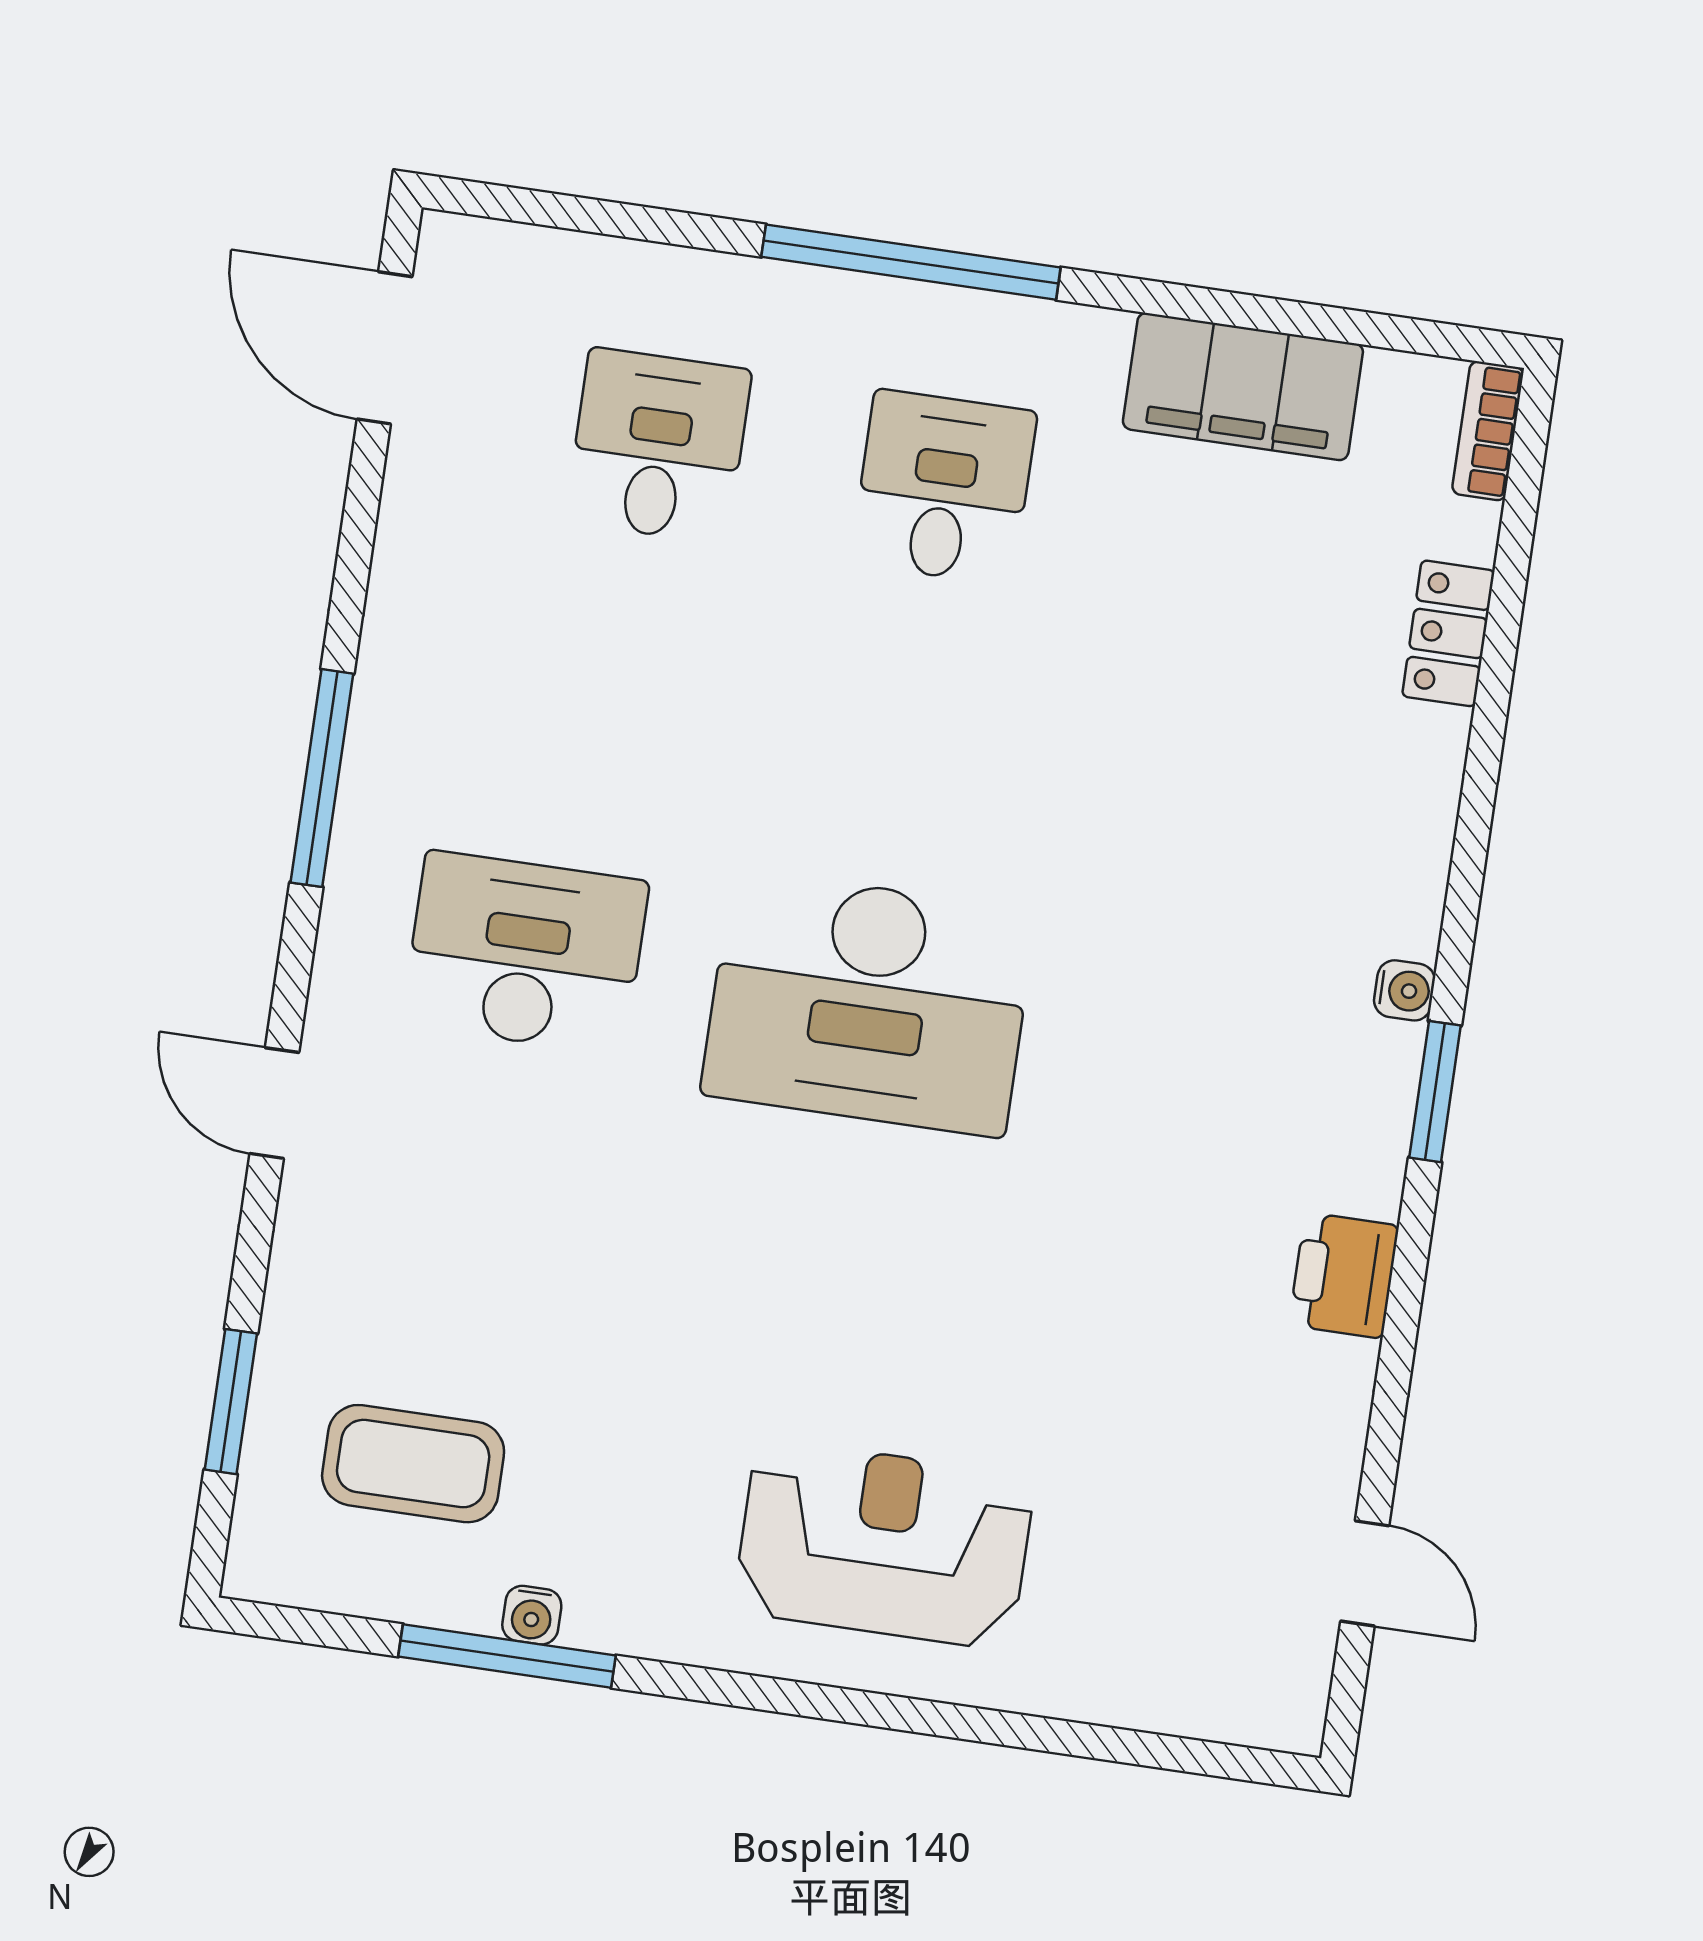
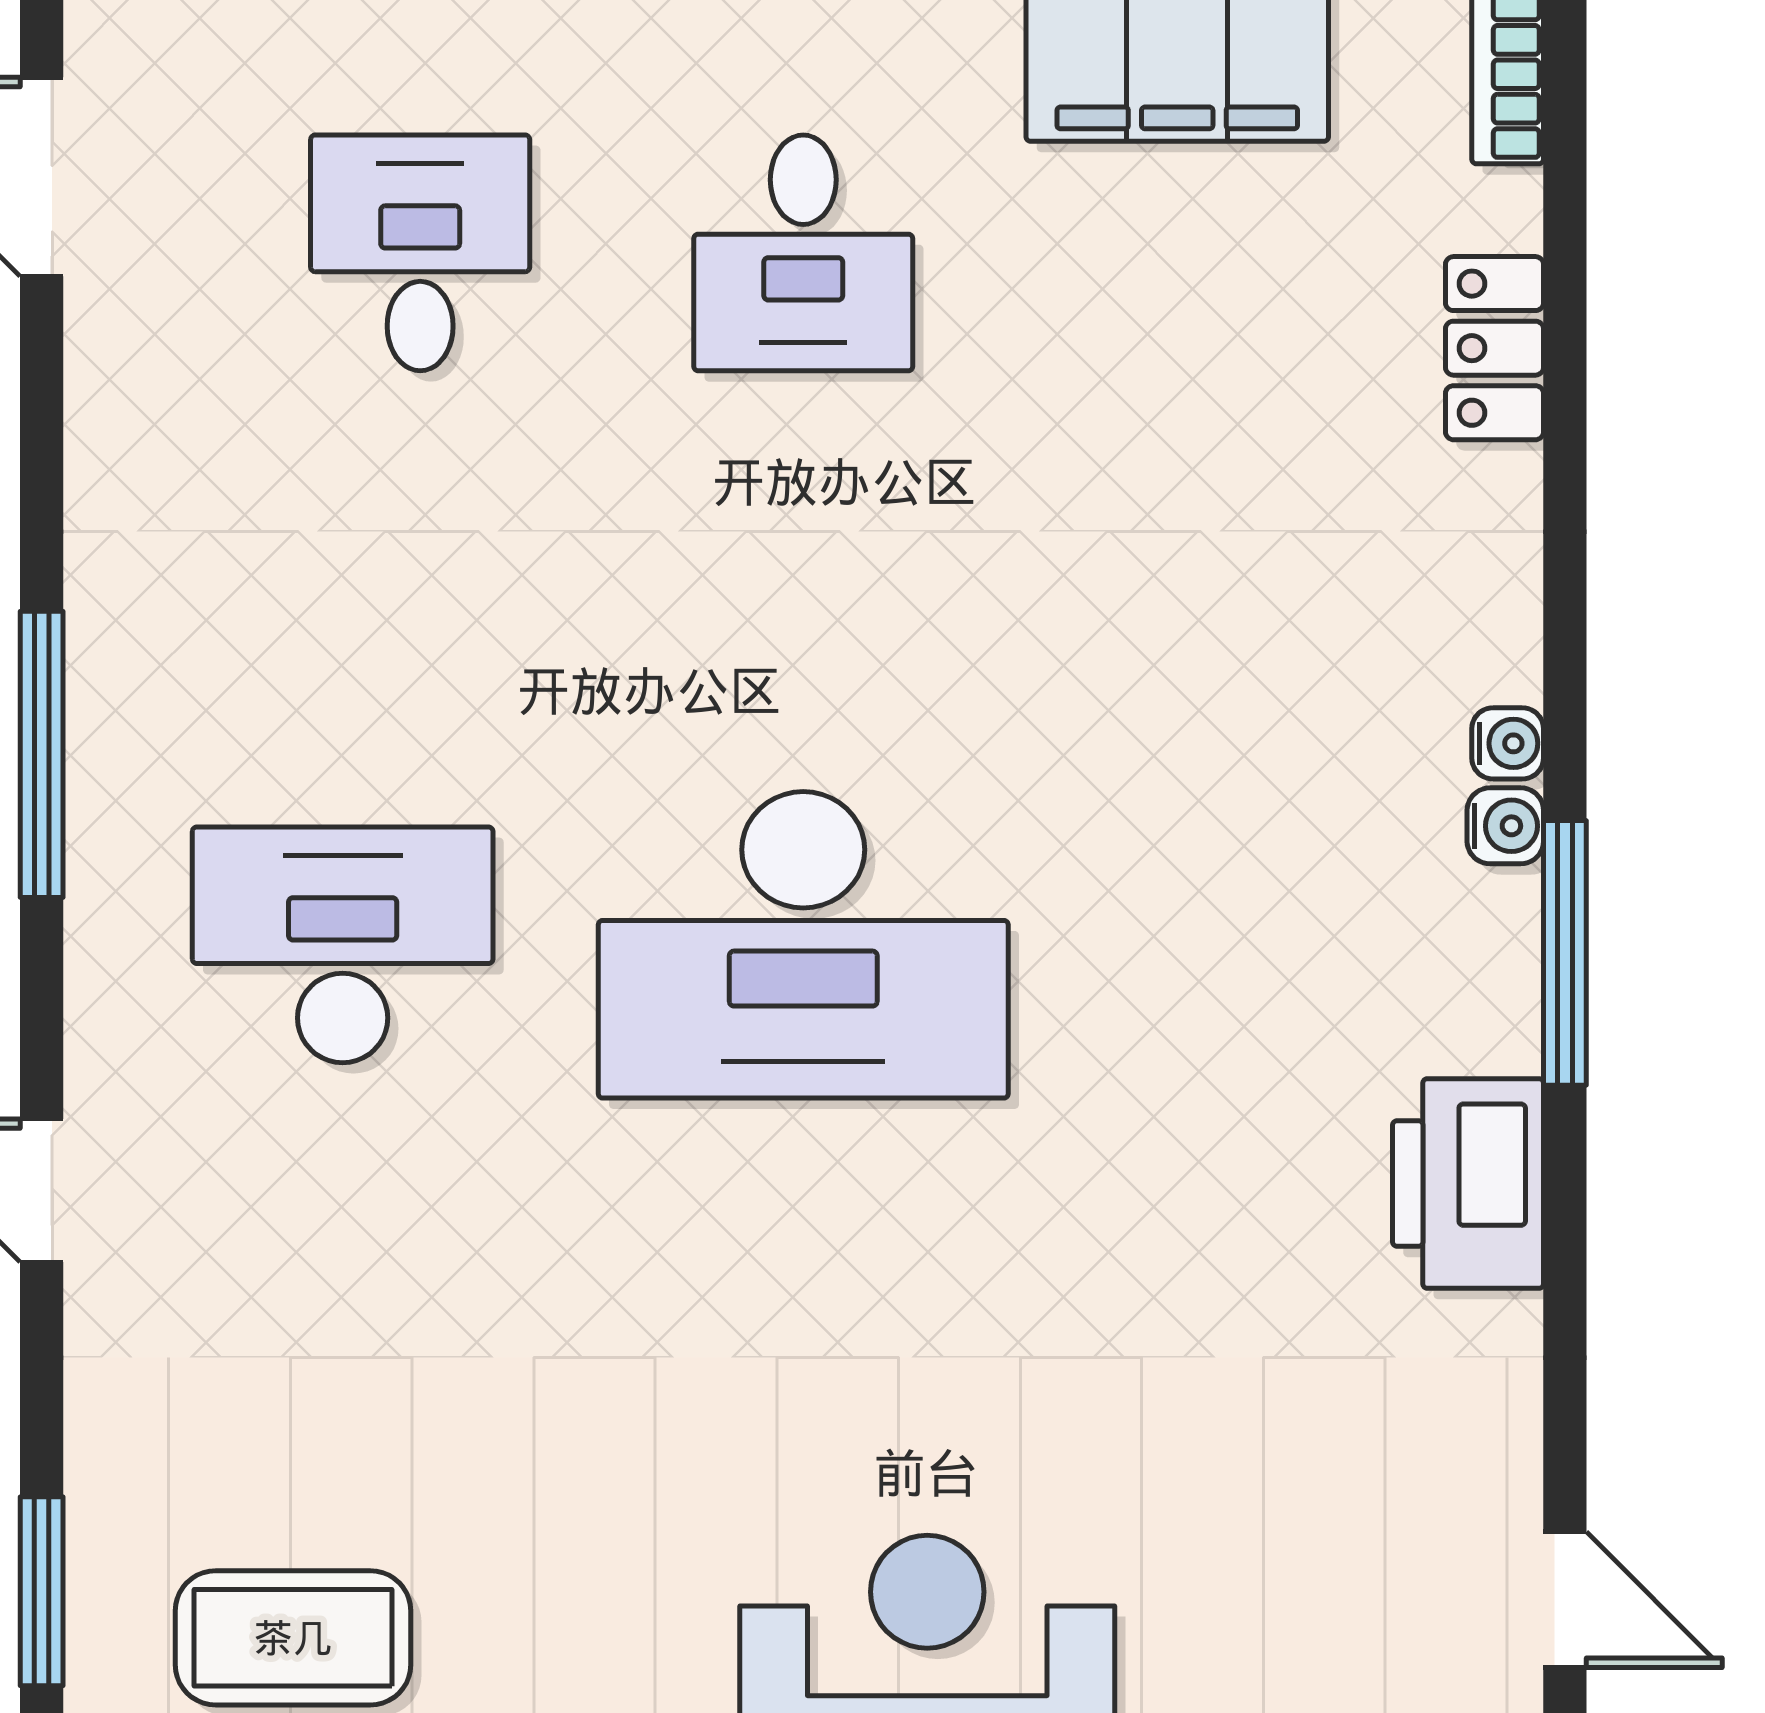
desk: (944, 487) -> (803, 253), turned 180
water cooler: (1415, 929) -> (1508, 743), added
window: (1435, 1092) -> (1565, 953), width x1.44
printer: (1344, 1275) -> (1468, 1184), width x1.37, depth x1.19

